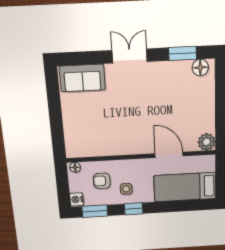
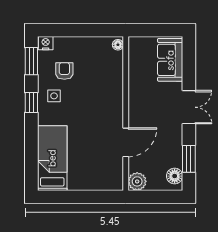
plant: (207, 142) -> (137, 181), moved
door: (169, 155) -> (126, 142), moved
wall: (141, 156) -> (126, 113), moved
floor lamp: (75, 167) -> (118, 45), moved

